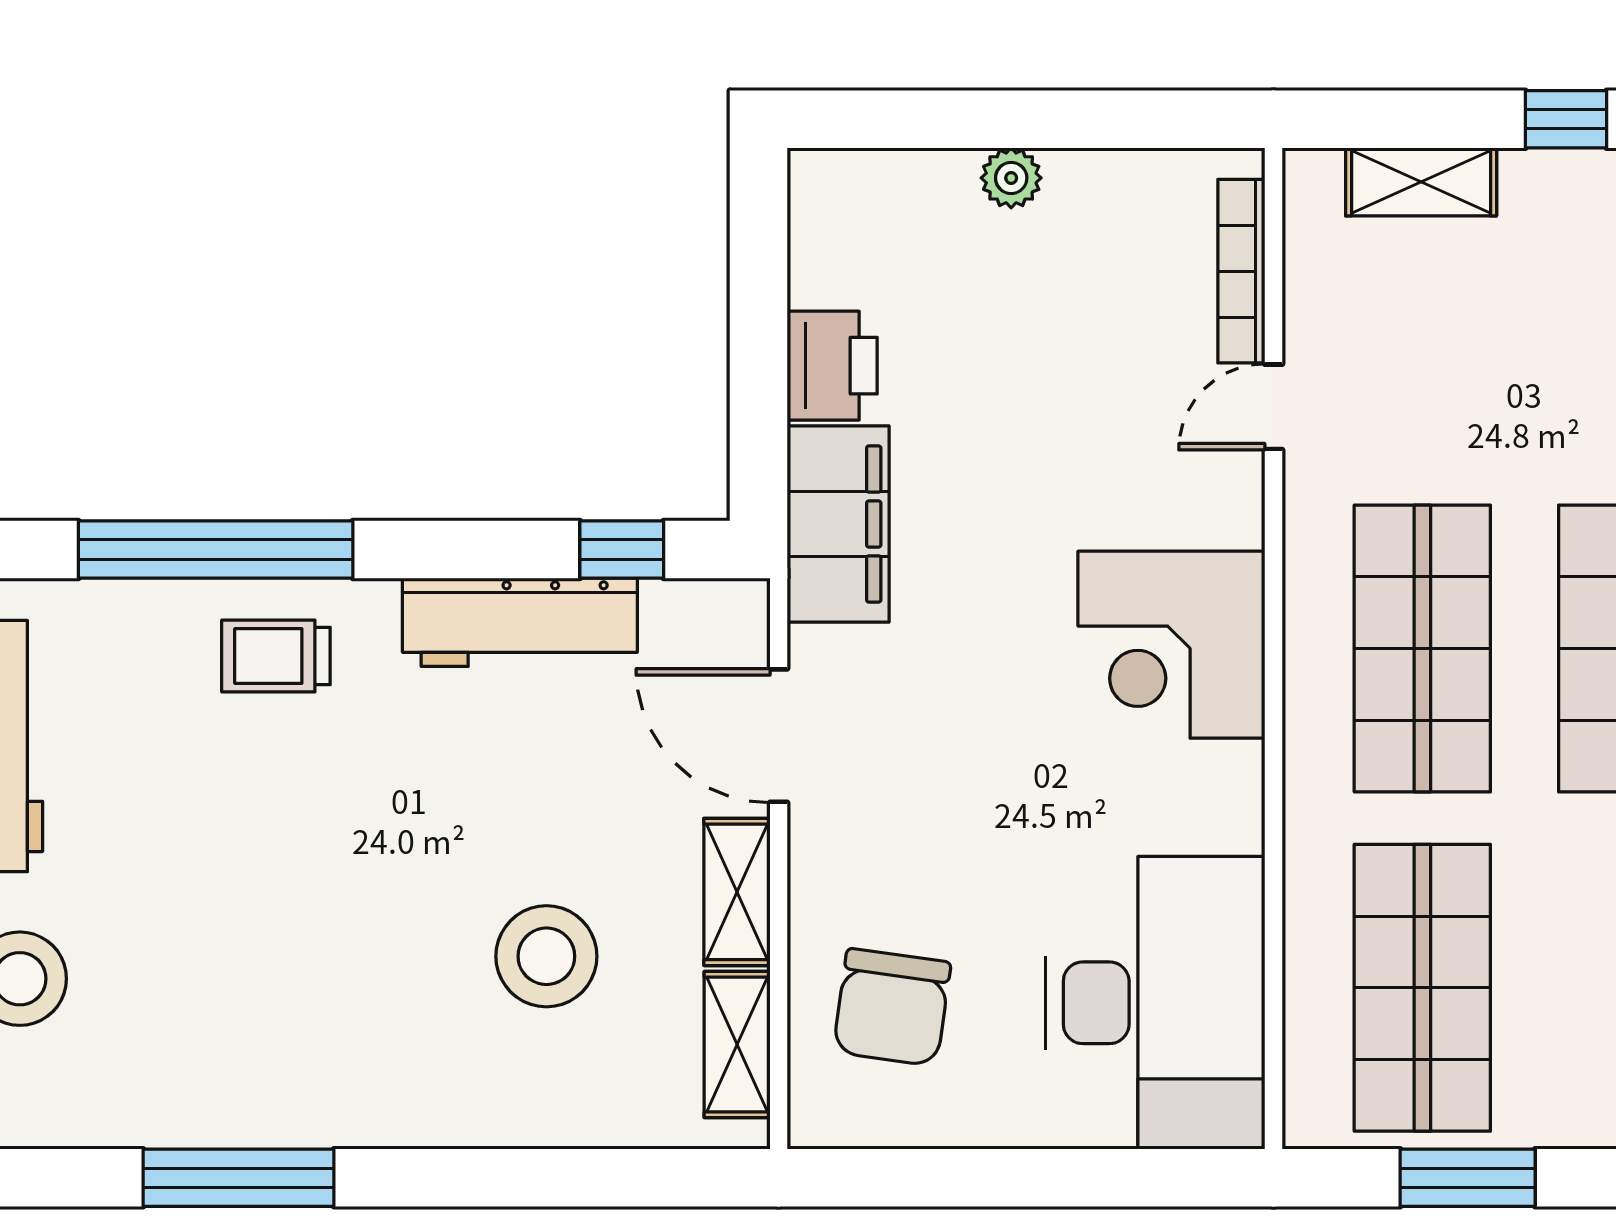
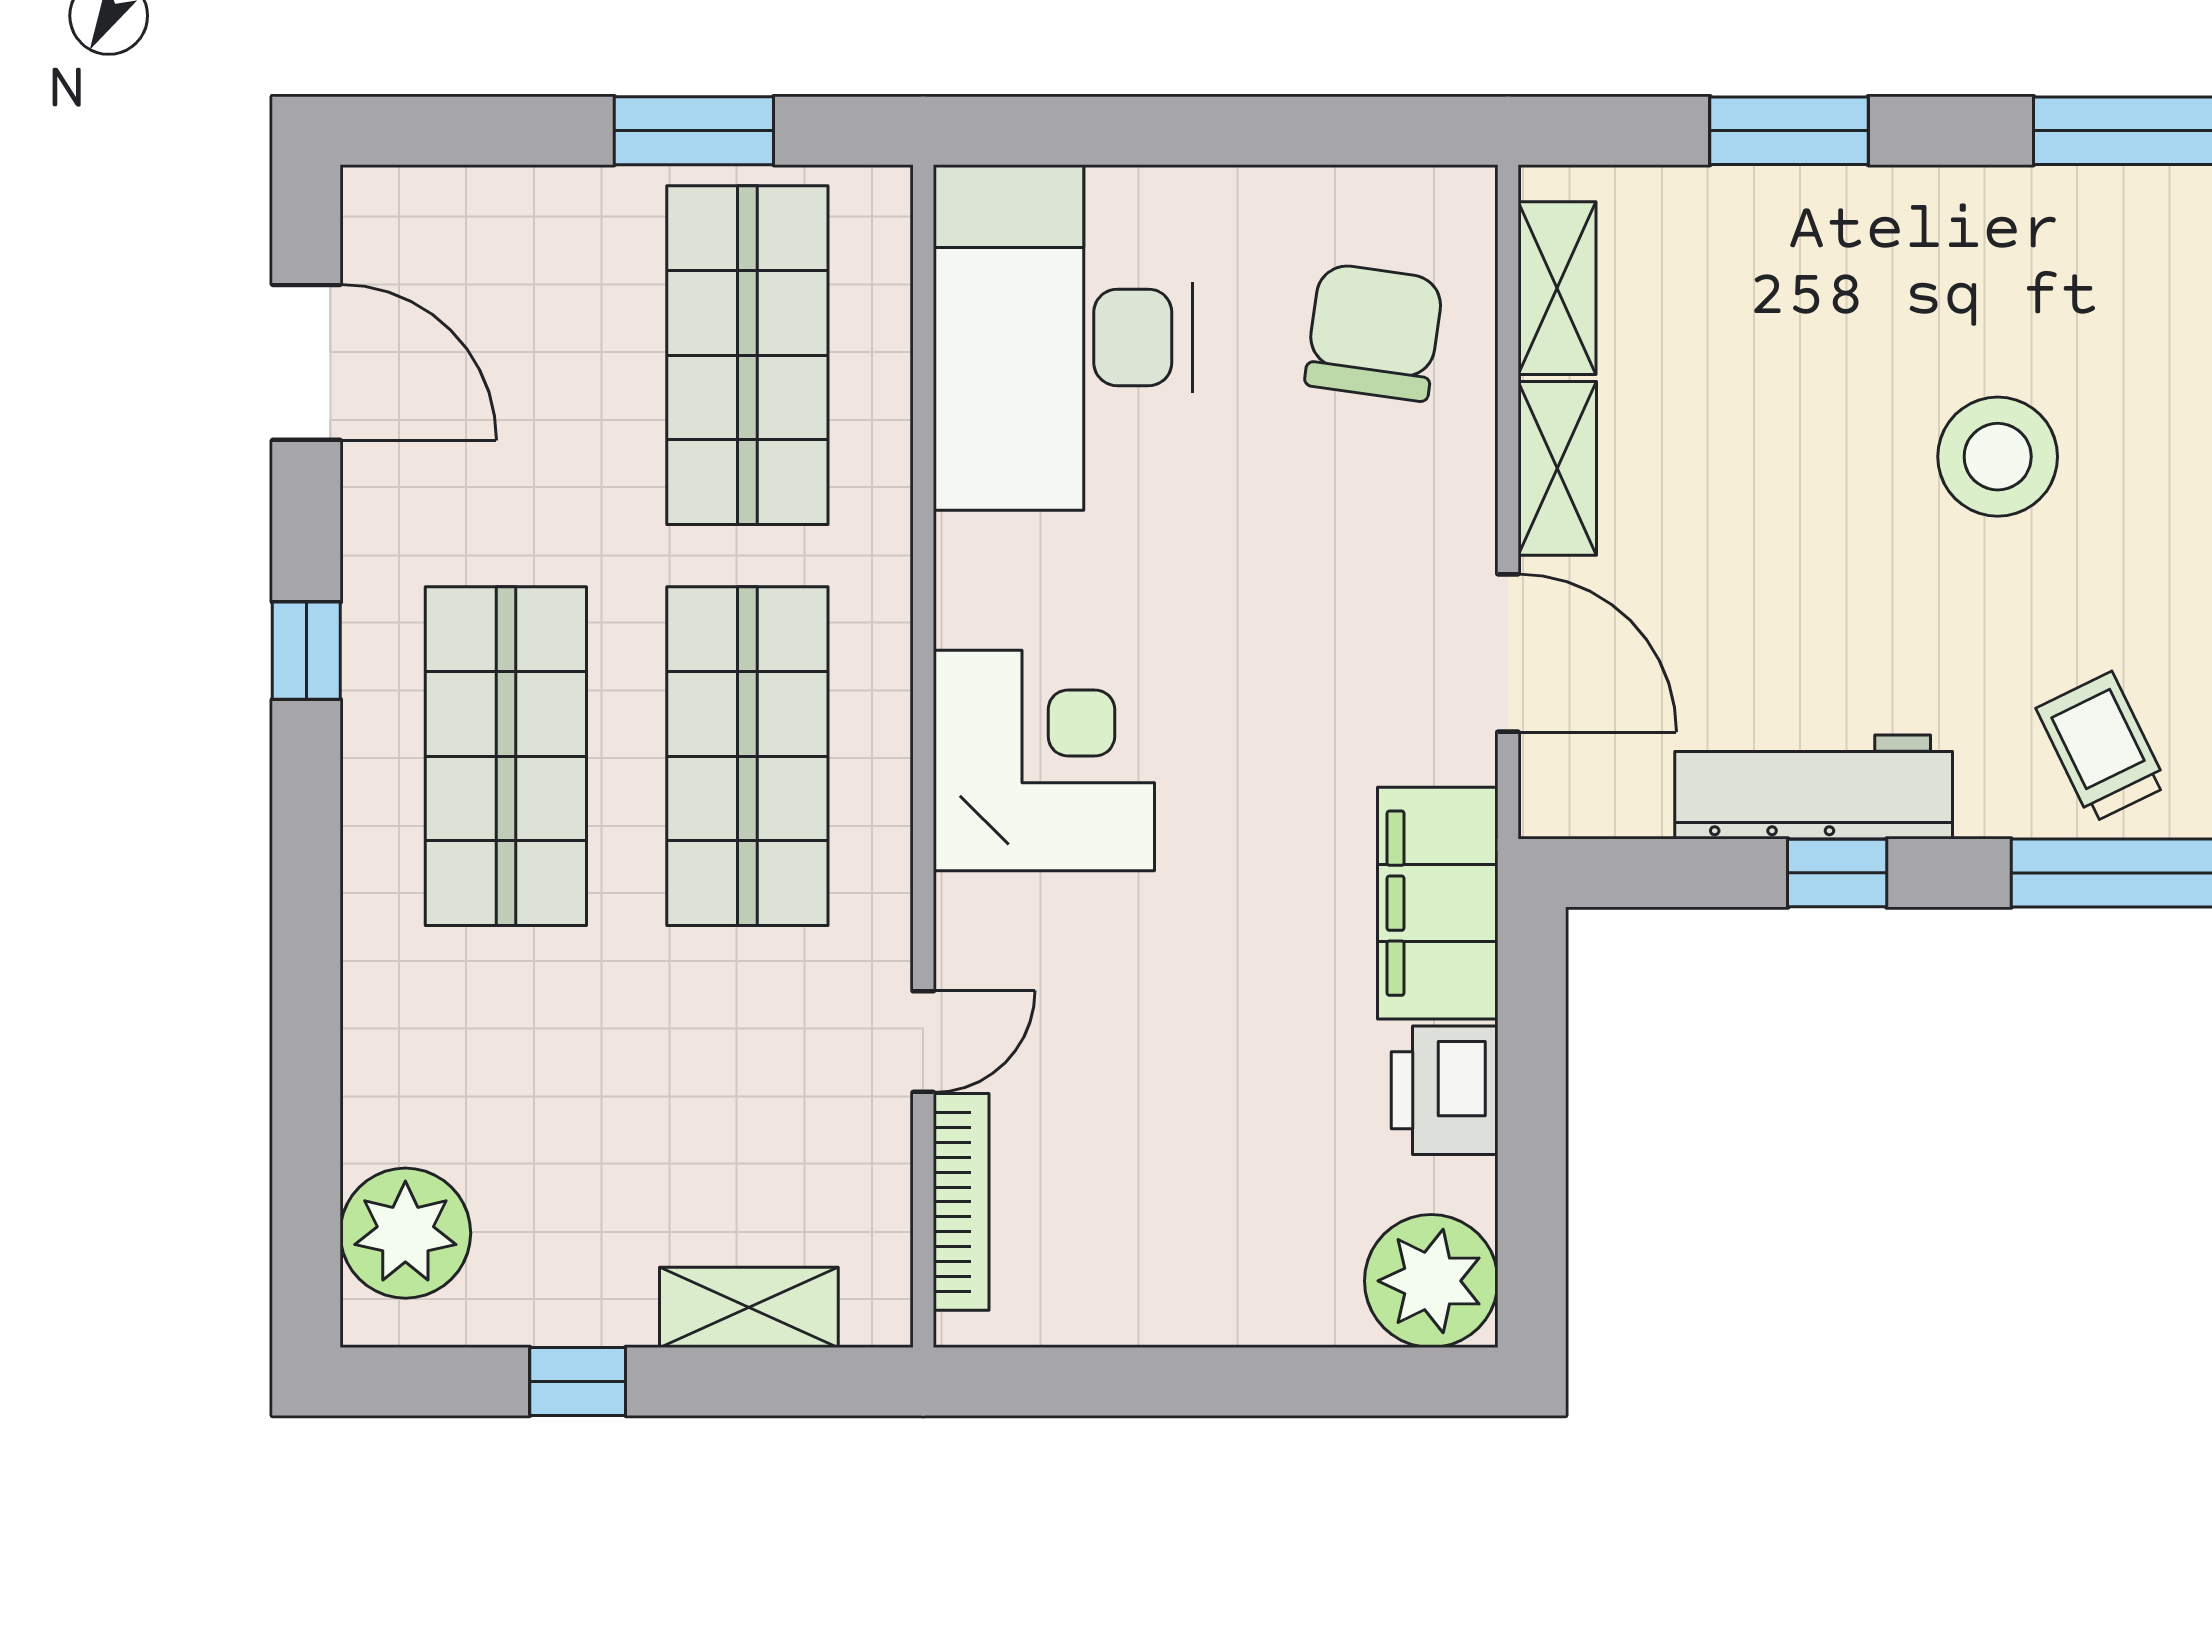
plant: (1011, 178) -> (1431, 1281), moved, width x1.88, depth x1.88
window: (622, 550) -> (1837, 873), moved
trolley: (276, 656) -> (2102, 747), turned -116
stool: (546, 956) -> (1998, 457), moved
window: (541, 1178) -> (1789, 131), added

